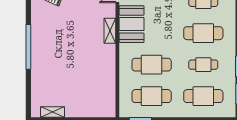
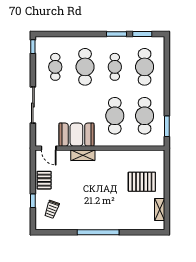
pallet: (82, 93) -> (142, 182), added

